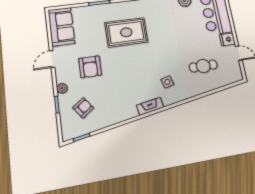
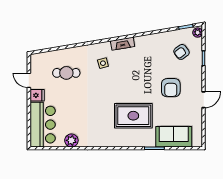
sofa: (61, 27) -> (174, 137), moved, turned 90
armchair: (90, 67) -> (171, 88), turned 180
plant: (62, 88) -> (198, 33), moved

